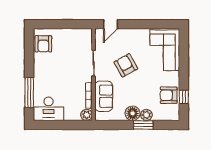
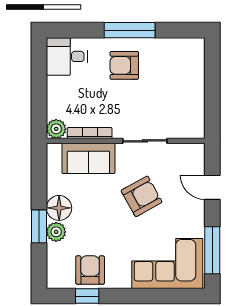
door: (111, 24) -> (212, 187), moved
window: (157, 24) -> (212, 250), added
armchair: (43, 44) -> (124, 65), moved
window: (29, 93) -> (130, 30), moved
desk: (49, 109) -> (67, 56), width x0.73

